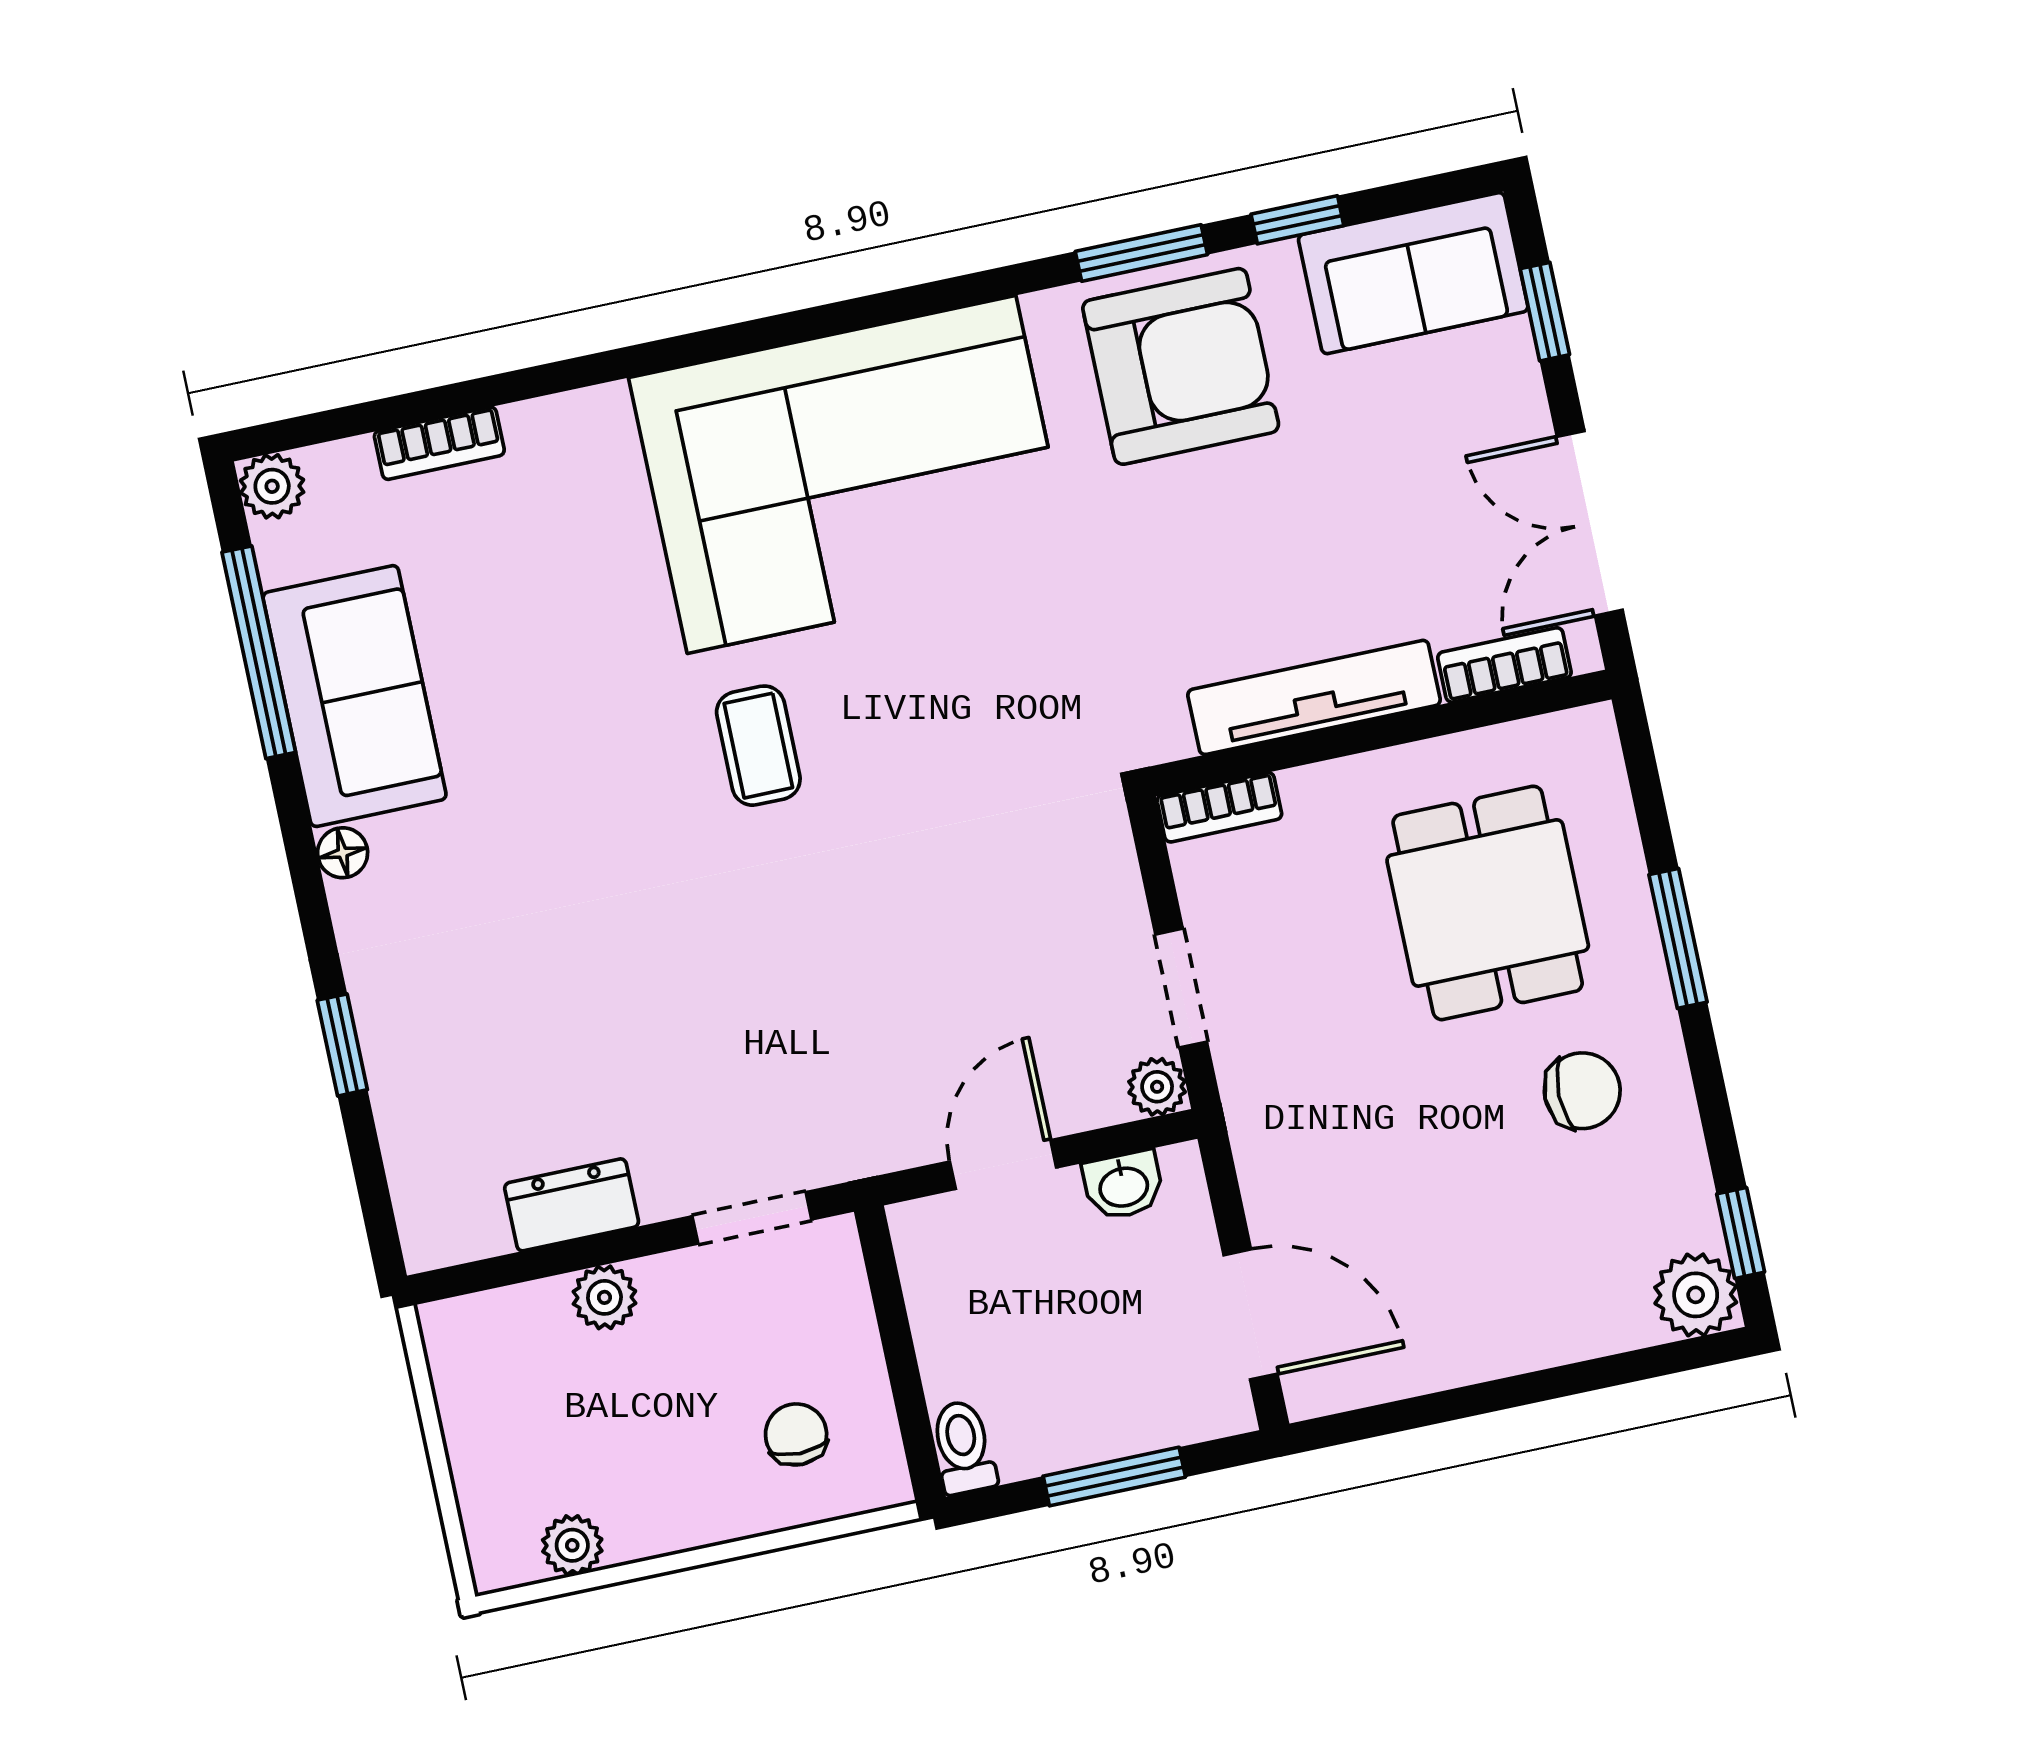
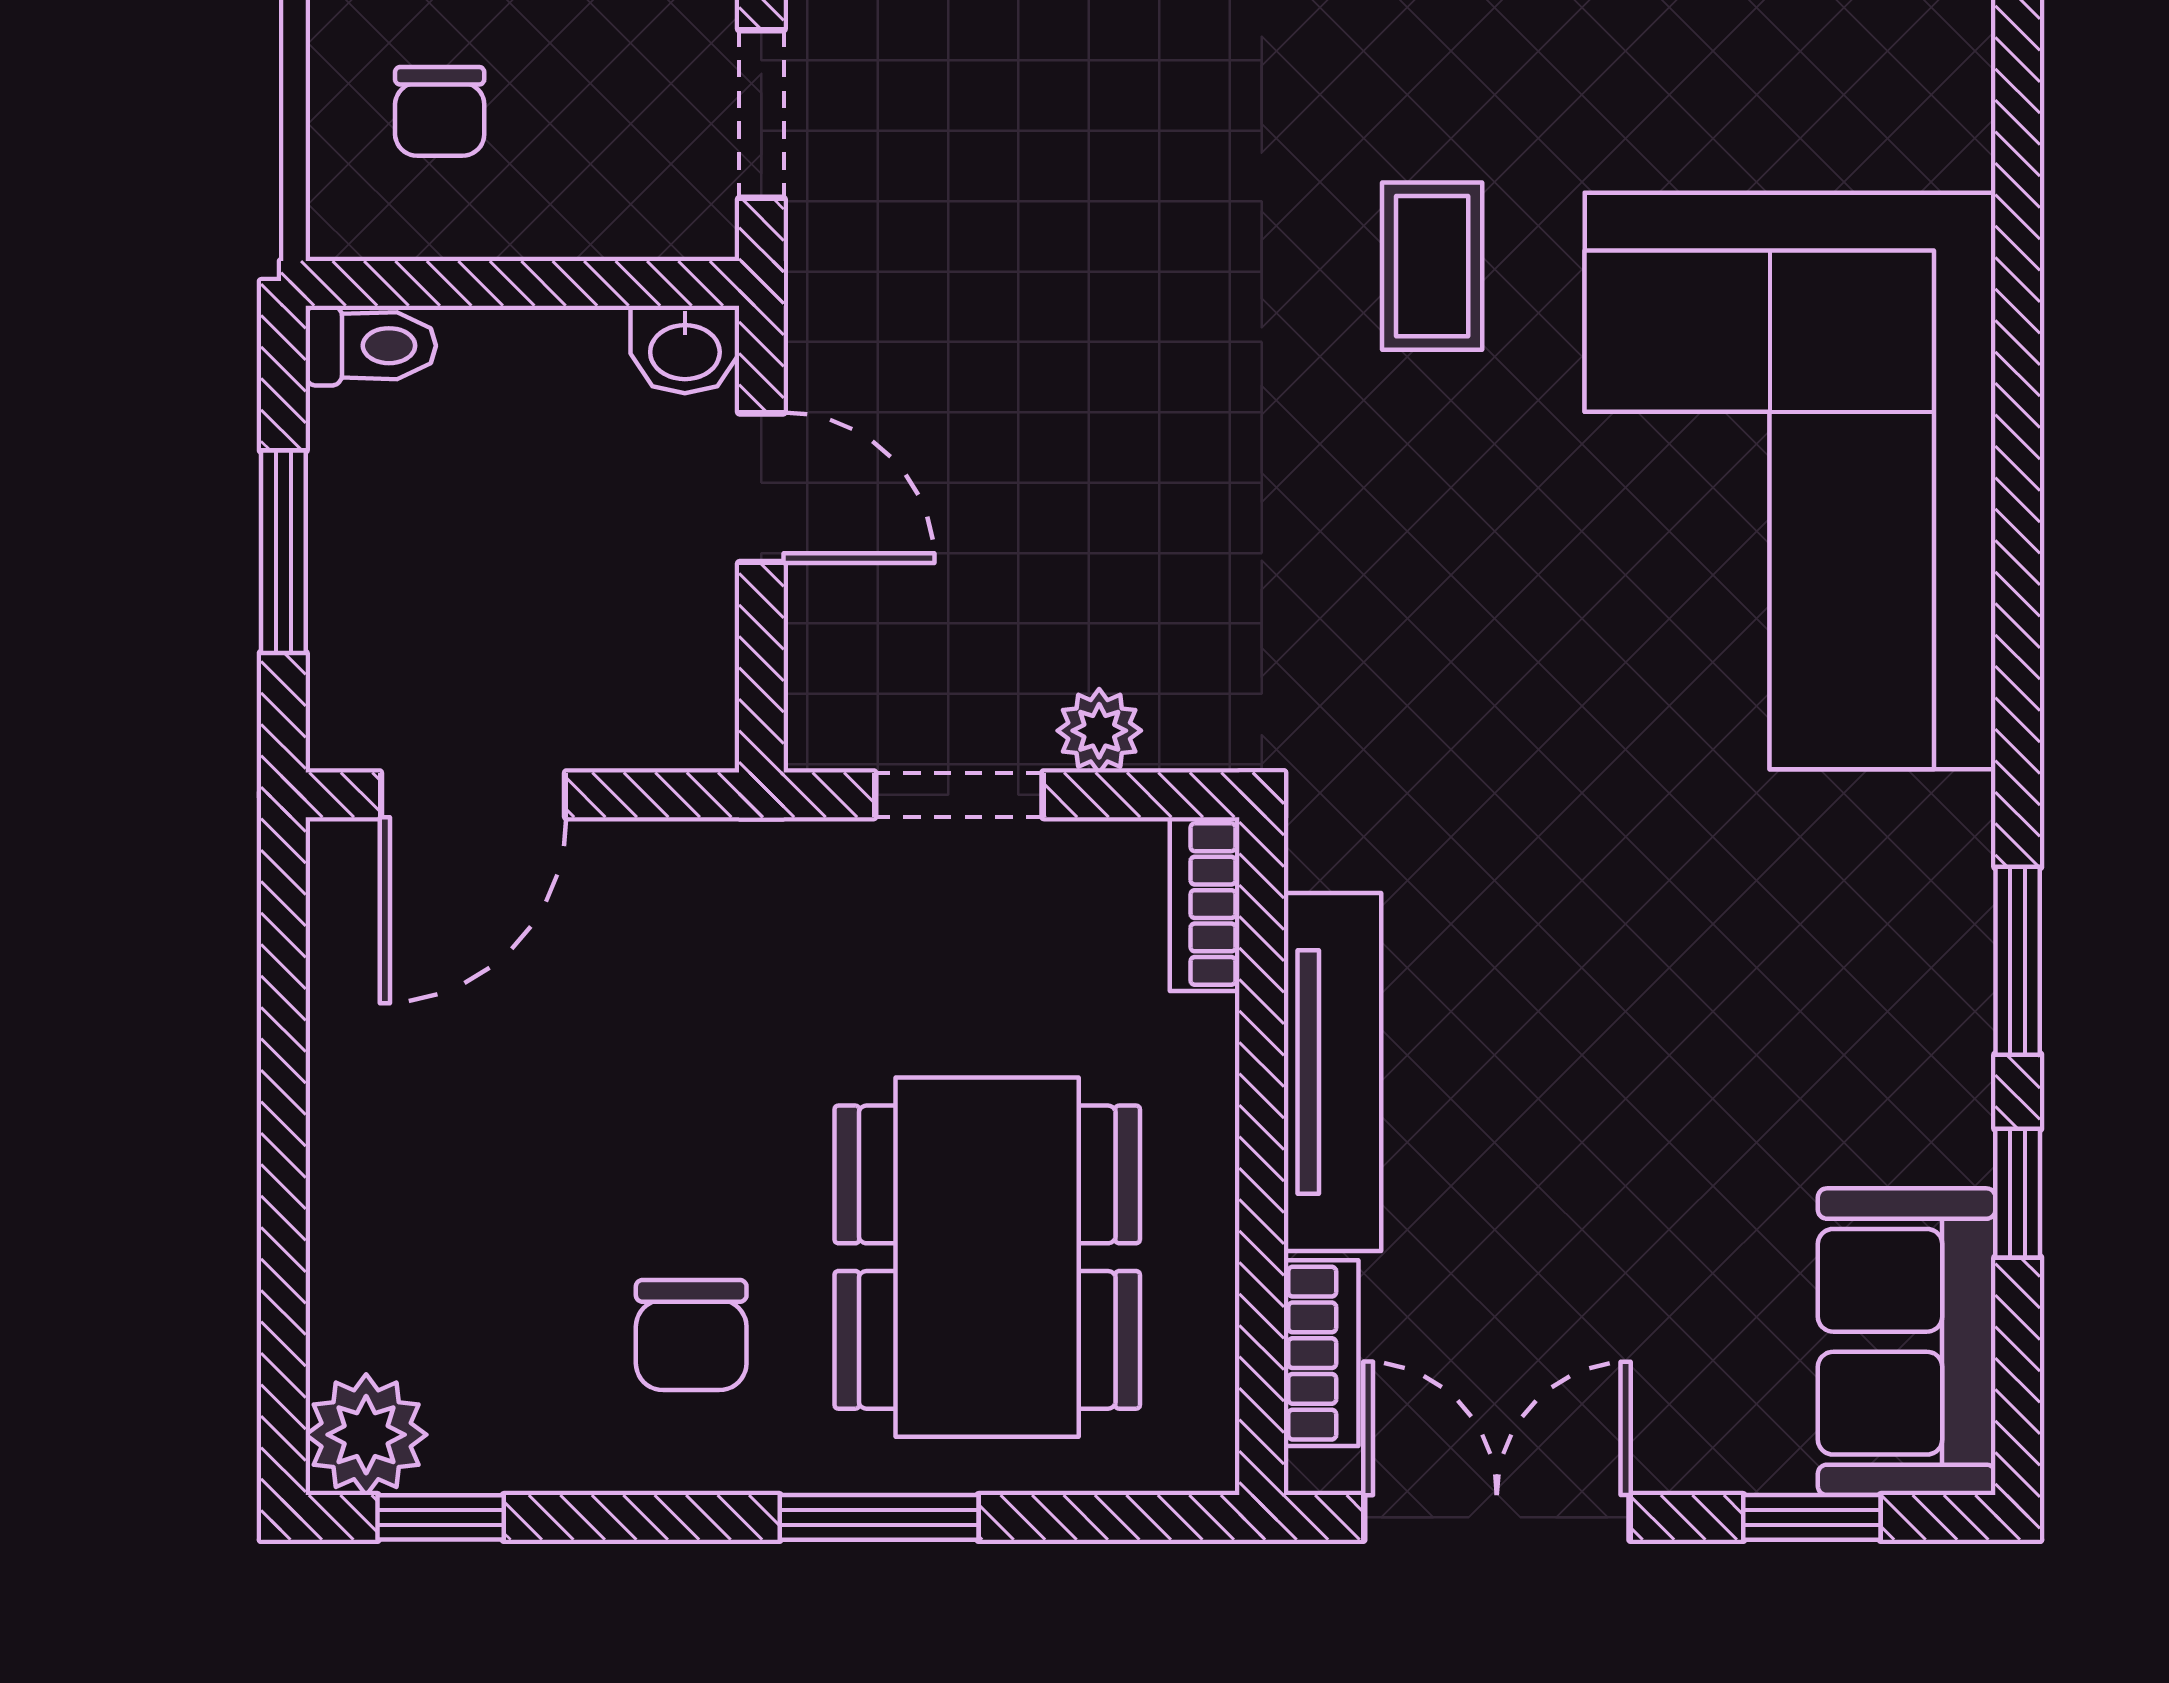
armchair: (1181, 366) -> (1844, 982), removed
coffee table: (758, 746) -> (1432, 266), turned 90
dining table: (1488, 903) -> (987, 1257), width x1.38
plant: (1157, 1087) -> (1099, 731), moved
washbasin: (1123, 1185) -> (685, 349), moved, turned -90
chair: (796, 1434) -> (440, 111), turned 90

